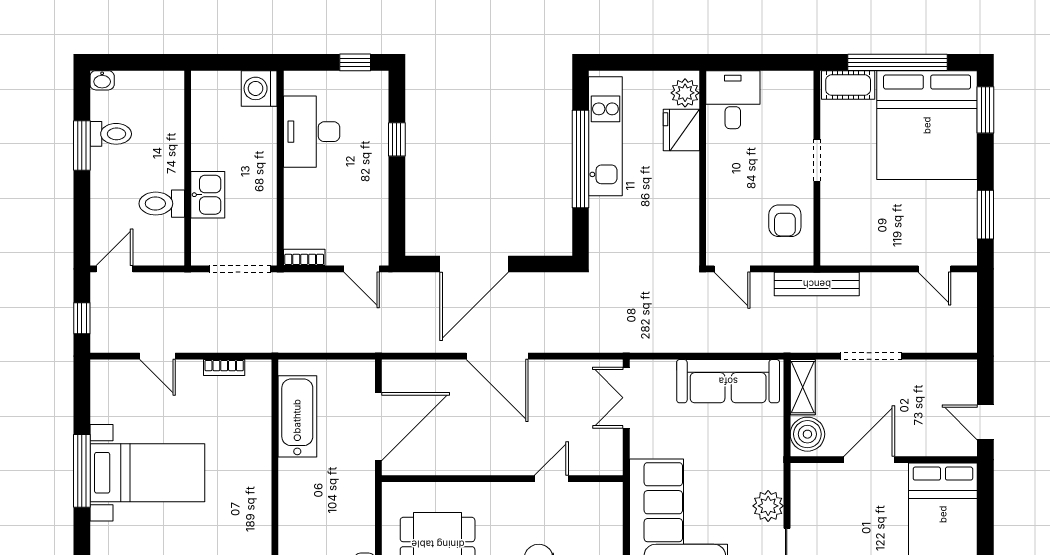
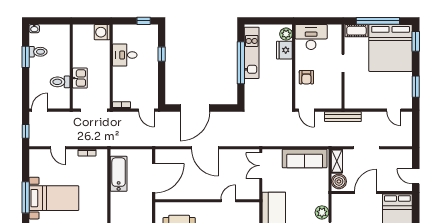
desk: (733, 100) -> (311, 37), width x1.37
desk: (312, 132) -> (125, 55), width x0.73
armchair: (785, 221) -> (306, 77), moved

